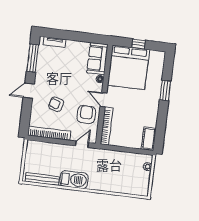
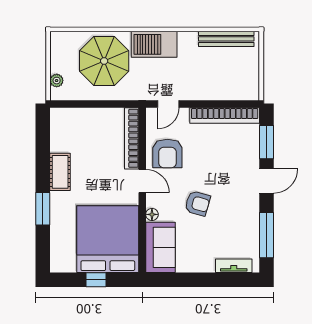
armchair: (56, 104) -> (198, 203), moved
window: (26, 114) -> (267, 142), added
cot: (149, 139) -> (60, 172), moved
parasol: (117, 175) -> (104, 61), added
barbecue: (74, 180) -> (154, 44), moved

